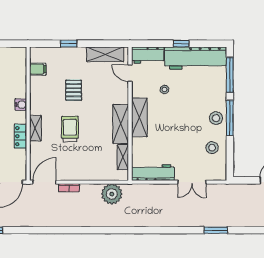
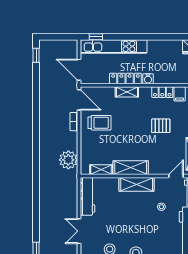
locker: (36, 89) -> (162, 92), added
trolley: (70, 129) -> (100, 123), moved
locker: (20, 136) -> (125, 78), width x1.53

